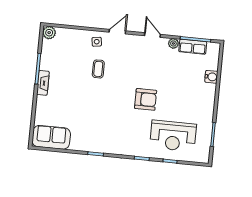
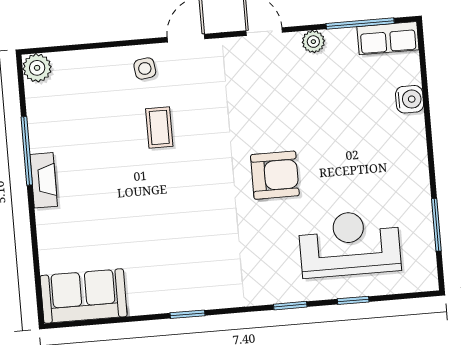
row of seats: (193, 47) -> (388, 38), moved
reception desk: (173, 136) -> (350, 244), turned 180

